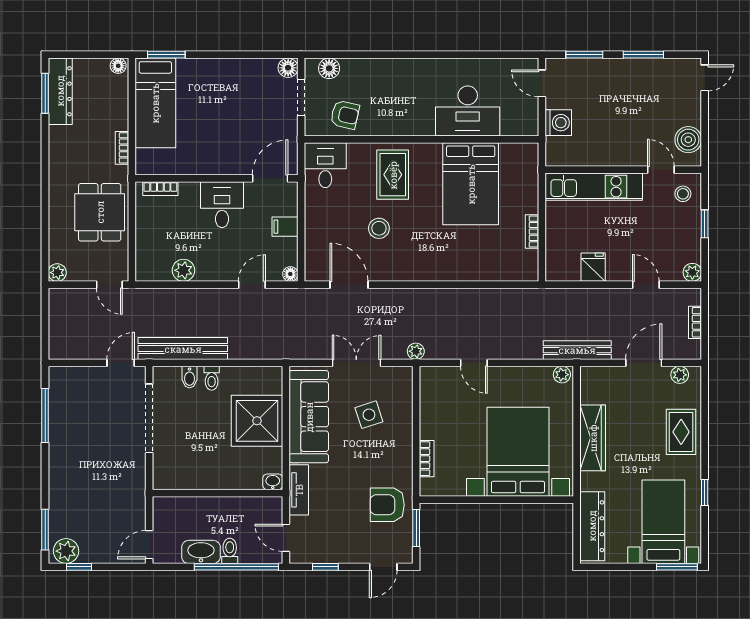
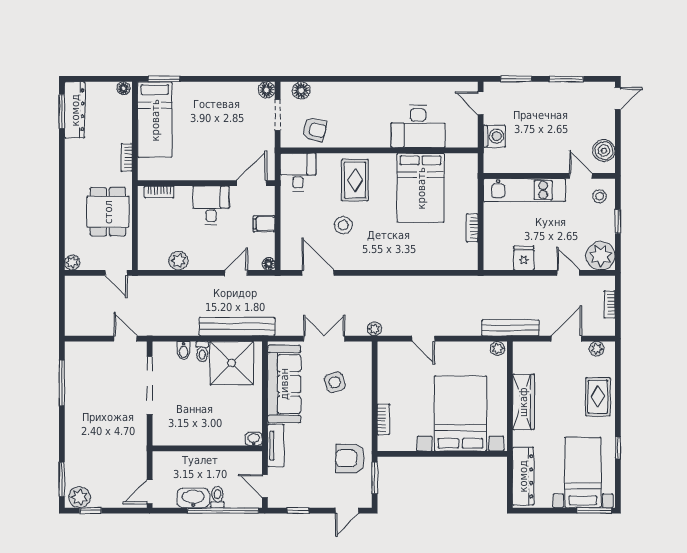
plant: (692, 272) -> (601, 256), width x1.88, depth x1.88
bench: (183, 349) -> (237, 327), moved
door: (121, 363) -> (125, 339), hinge flipped
shower: (257, 421) -> (232, 363), moved

